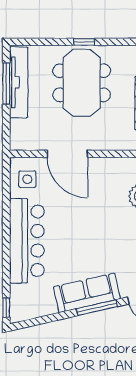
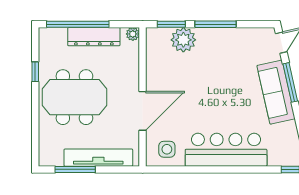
window: (84, 42) -> (35, 72), moved
tv unit: (19, 82) -> (98, 158), moved

